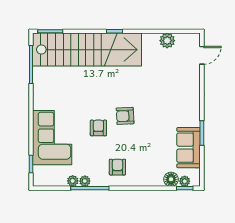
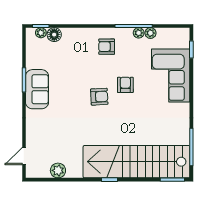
armchair: (98, 128) -> (125, 85), turned 180
sofa: (189, 148) -> (37, 89), moved
armchair: (117, 167) -> (107, 47), turned 90

